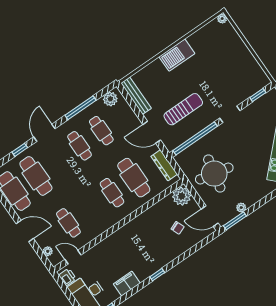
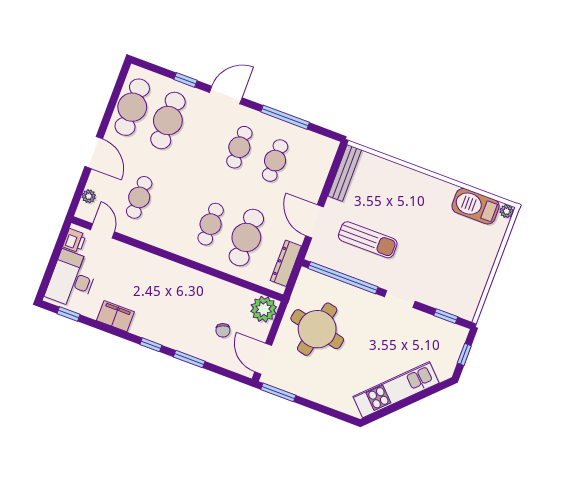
barbecue: (177, 55) -> (476, 206), moved
plant: (110, 99) -> (320, 145), removed
plant: (241, 208) -> (299, 389), removed
window: (181, 258) -> (189, 359), added

